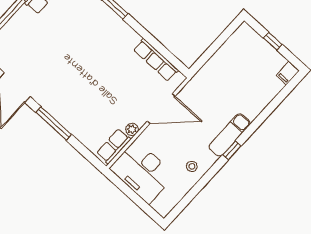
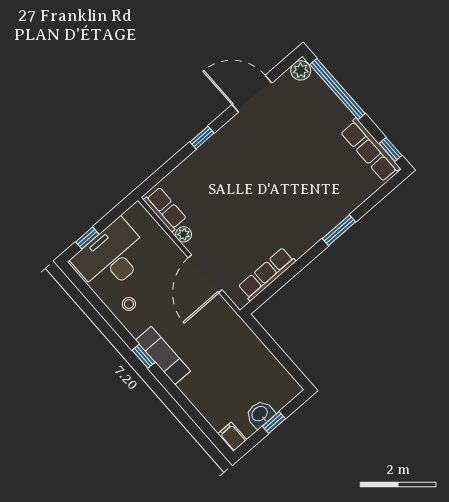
washbasin: (267, 53) -> (260, 414), added
window: (54, 123) -> (202, 137), width x0.46
desk: (142, 172) -> (111, 257), moved
window: (143, 205) -> (87, 238), added

